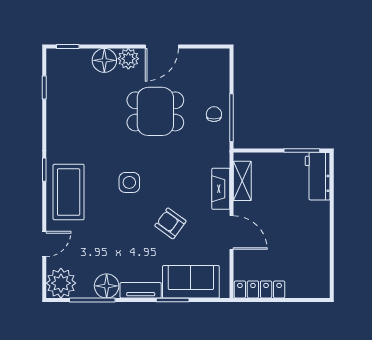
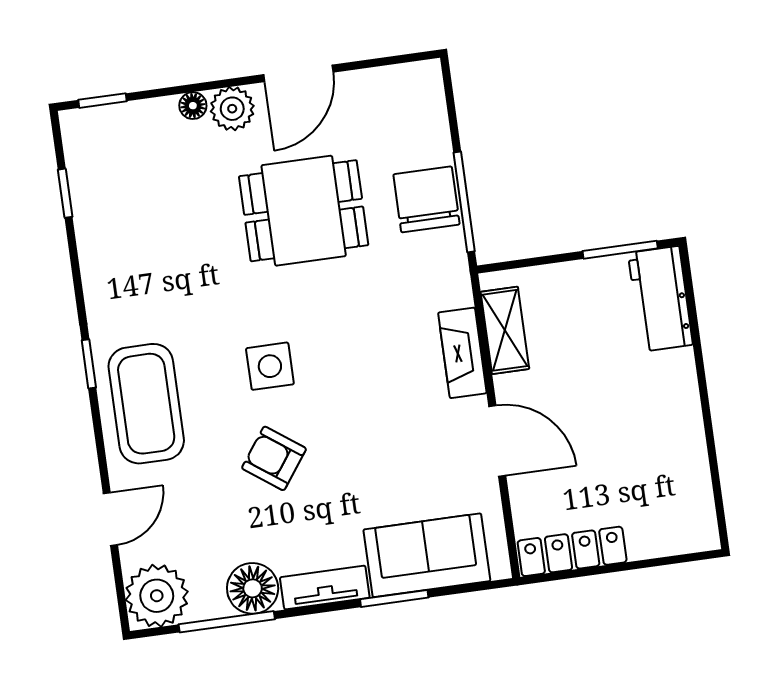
floor lamp: (104, 60) -> (193, 106), width x0.53, depth x0.53
chair: (214, 114) -> (426, 199), width x1.87, depth x1.87
armchair: (170, 223) -> (274, 458), moved

